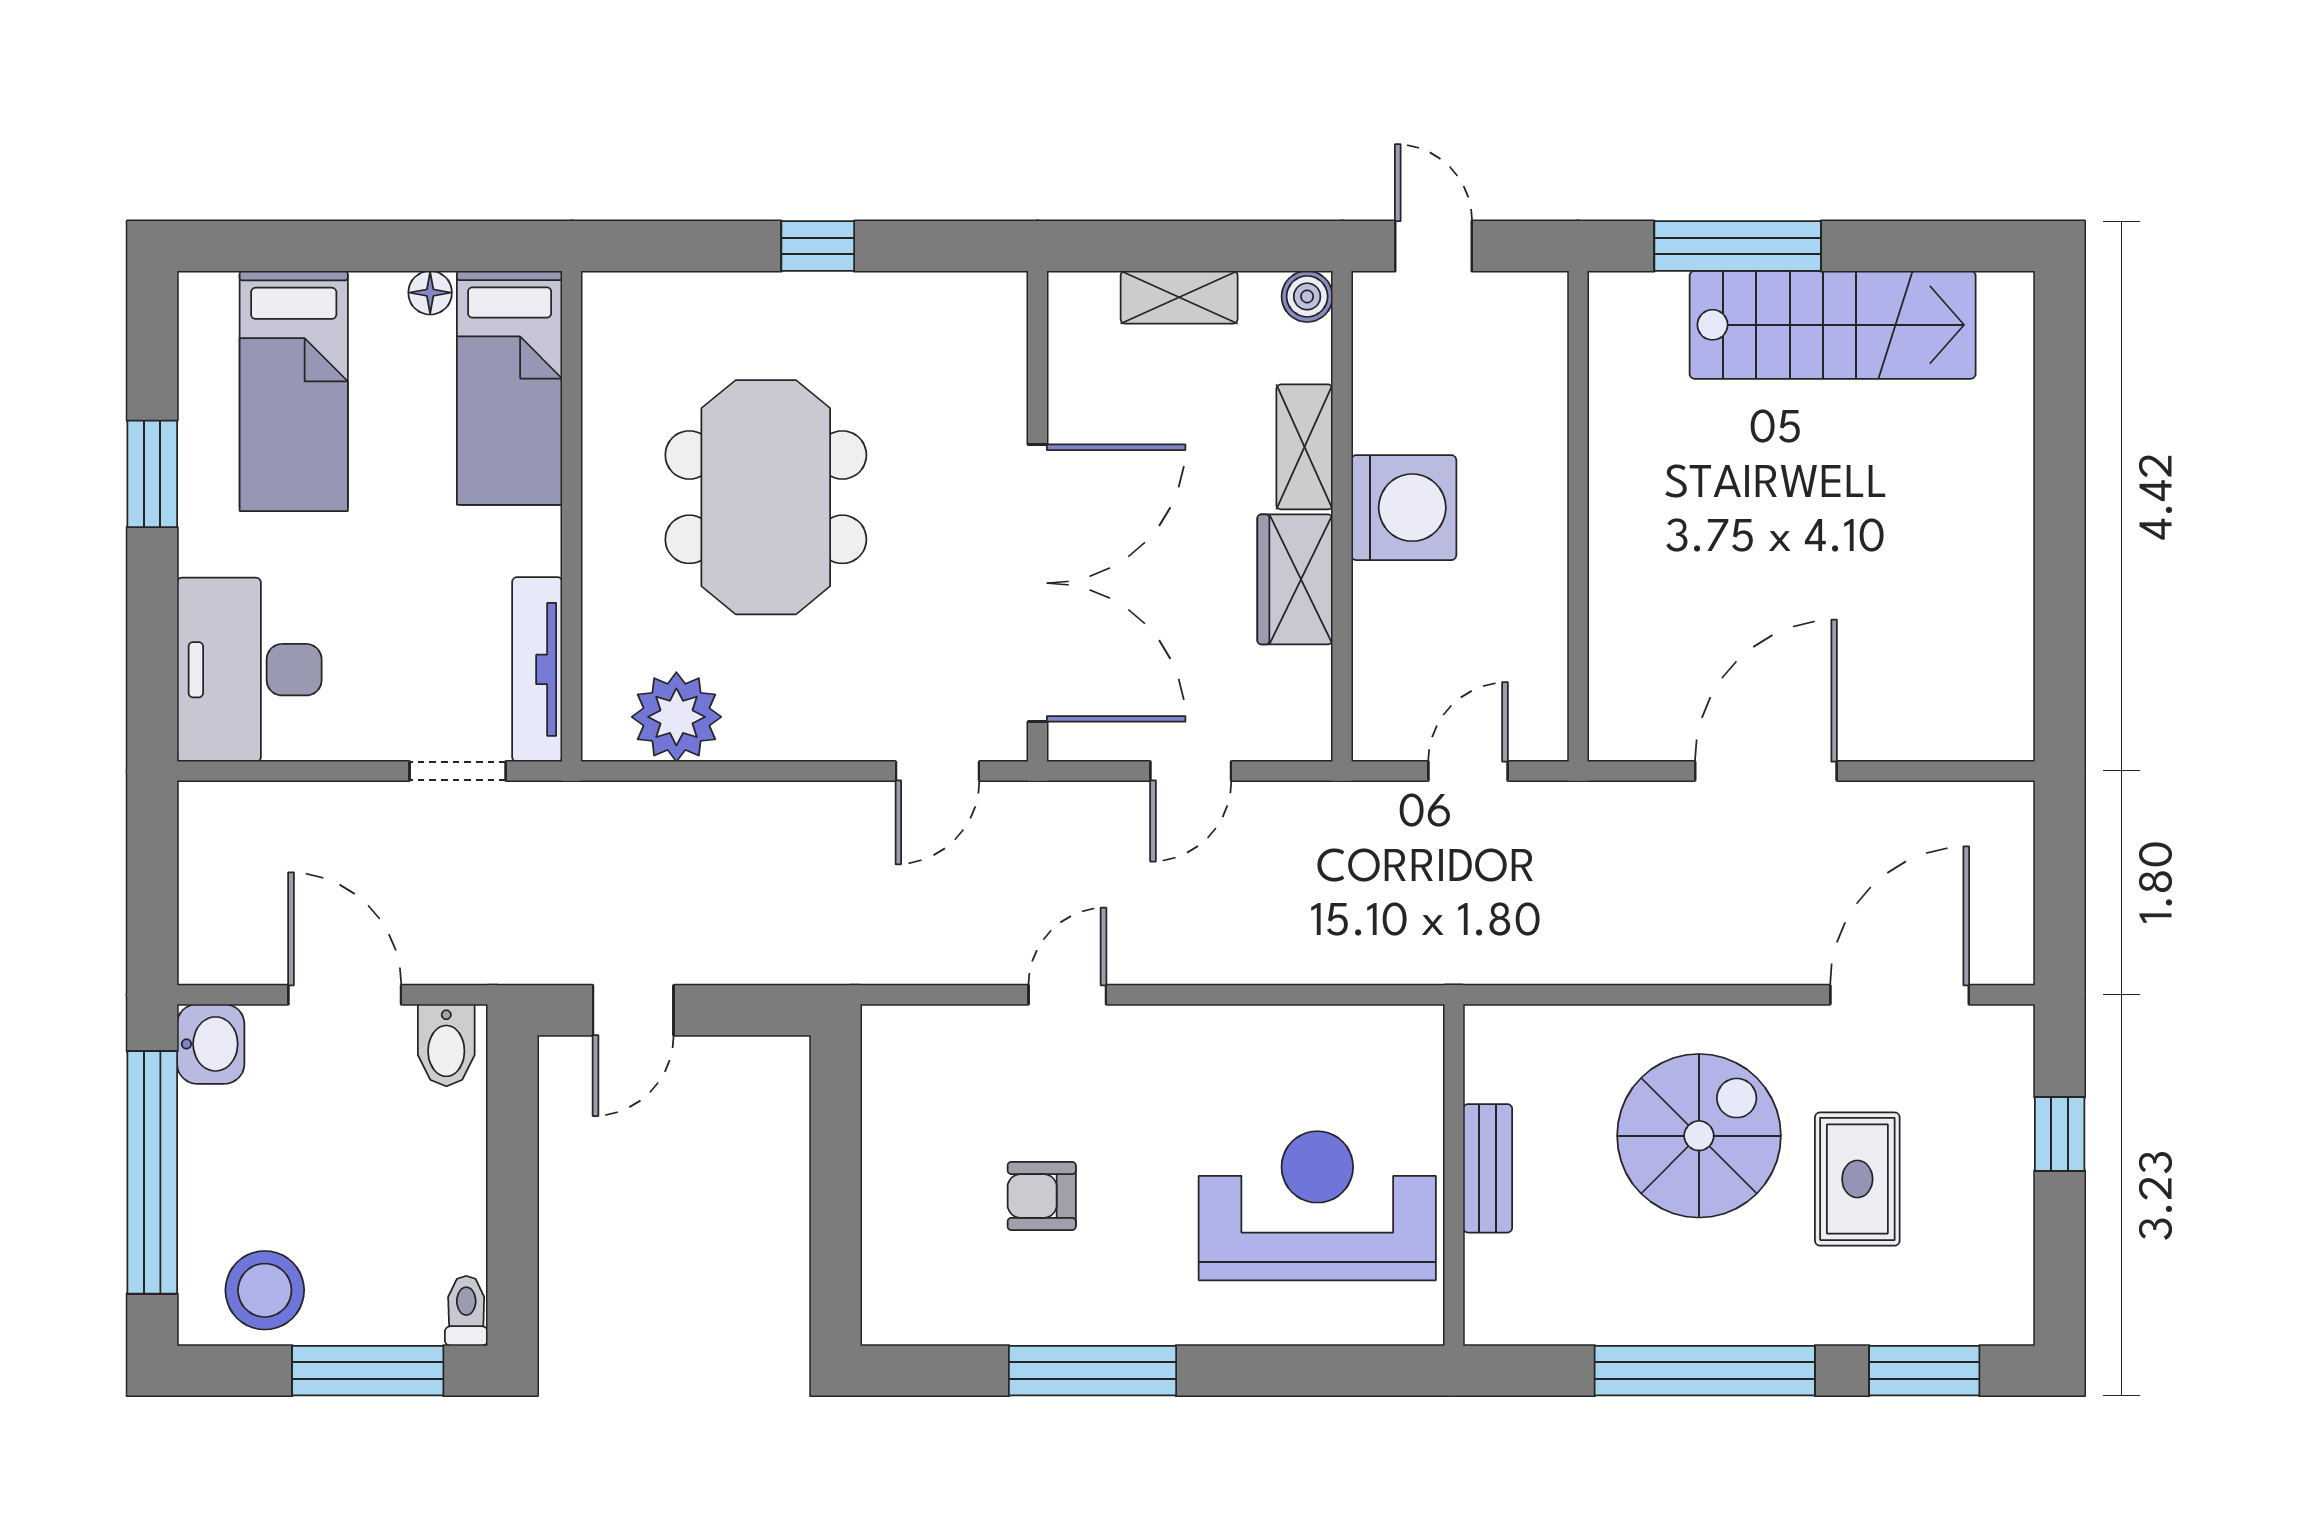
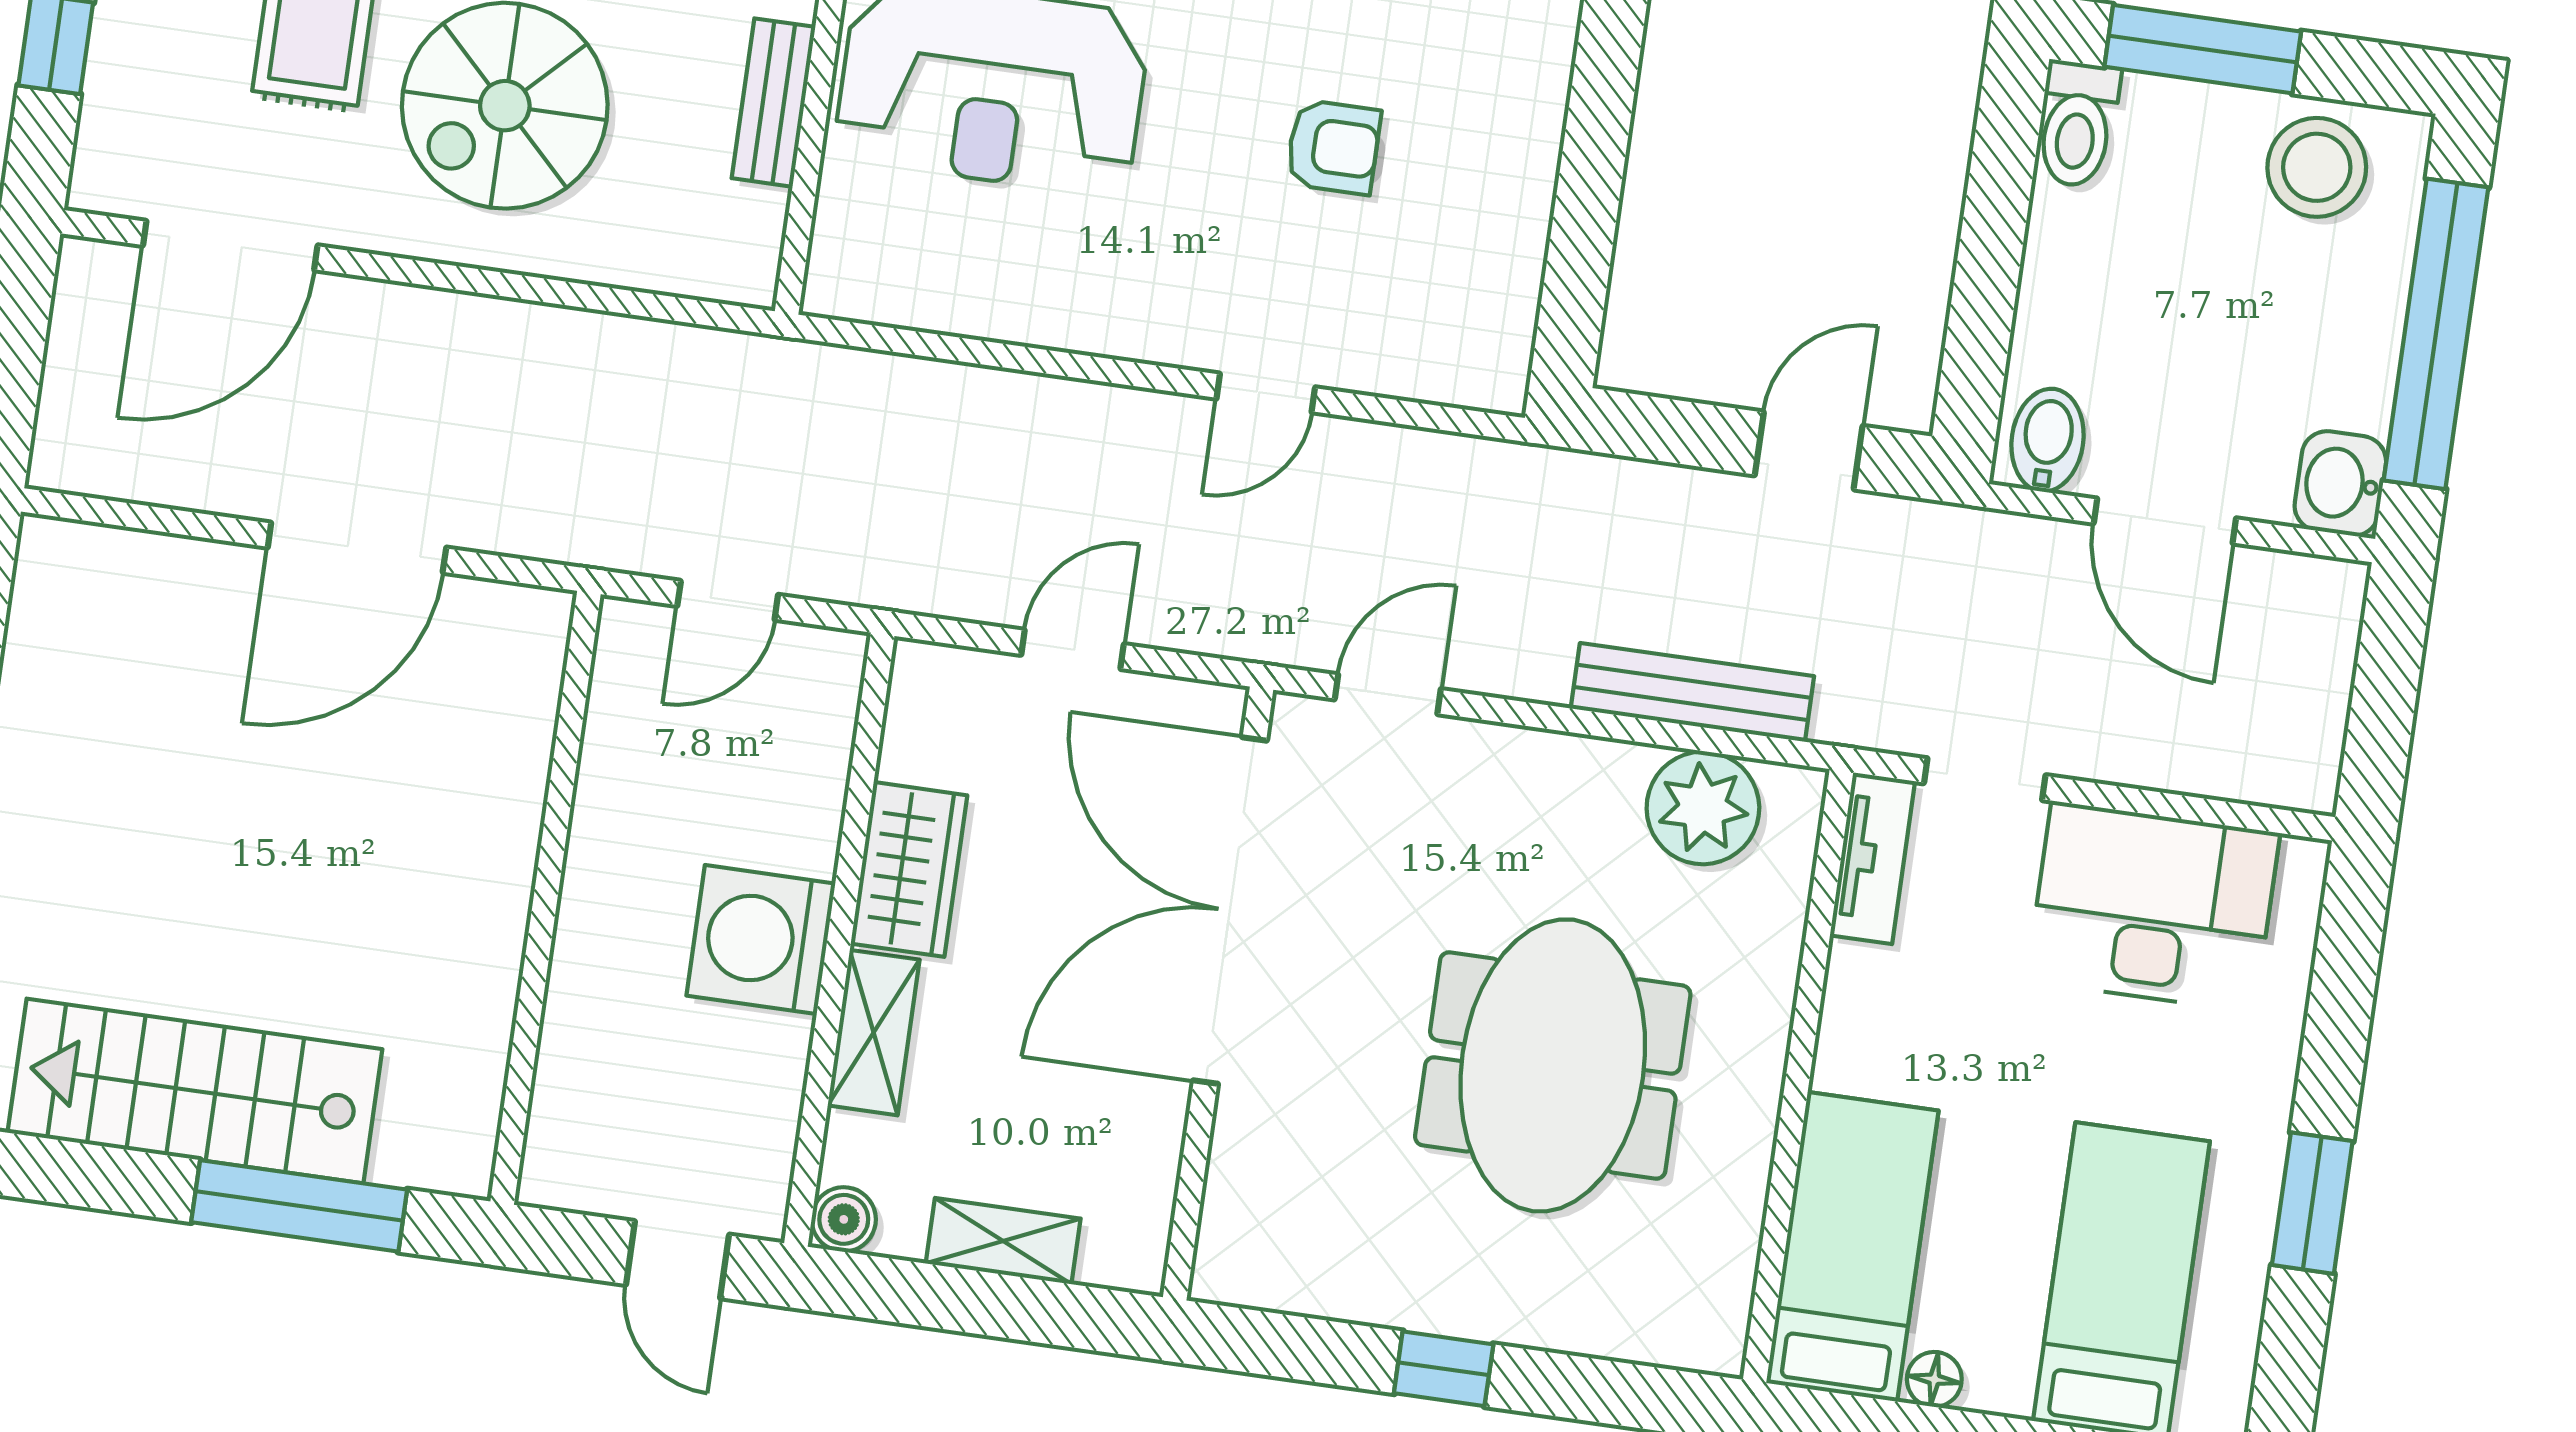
tv unit: (537, 669) -> (1873, 858), width x0.71
desk: (249, 670) -> (2153, 907), moved, turned -90
bench: (698, 807) -> (1692, 692), added
toilet: (466, 1311) -> (2077, 124), width x1.37, depth x1.39

